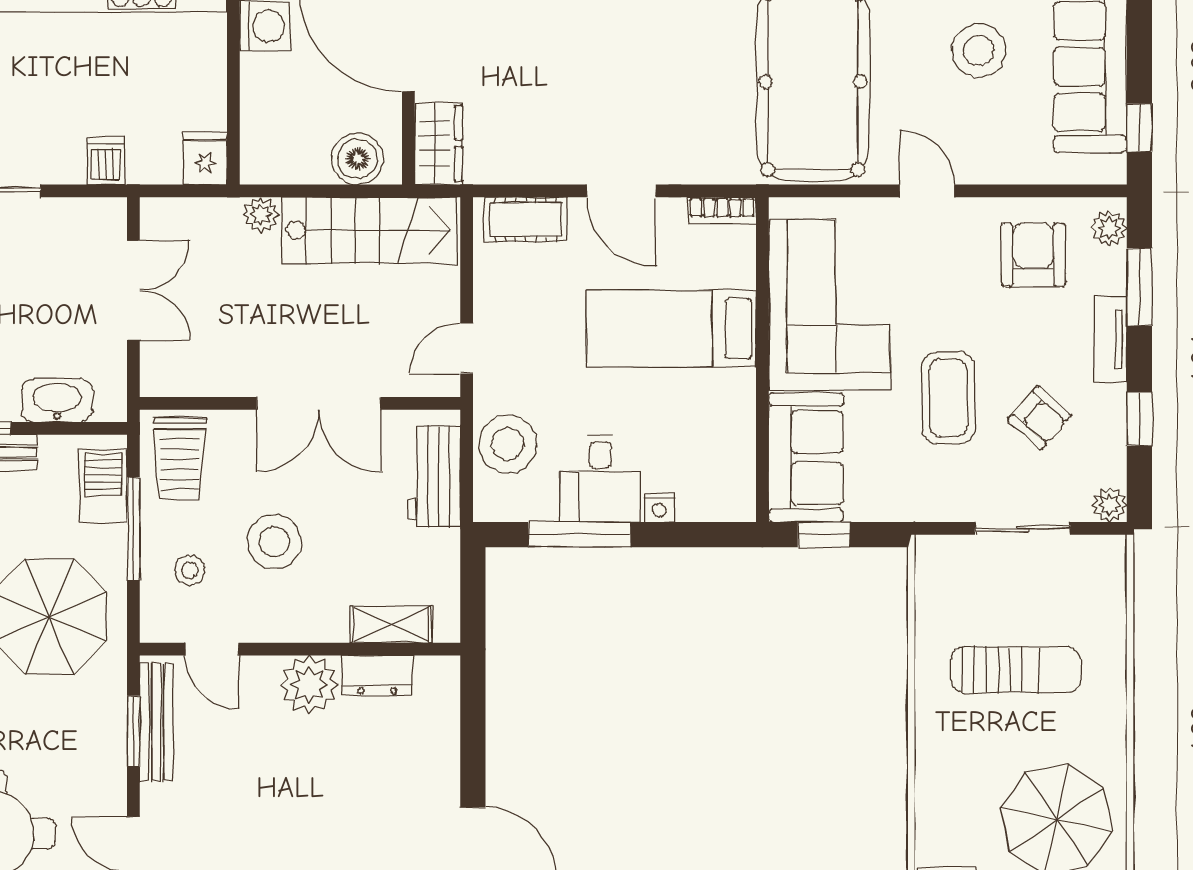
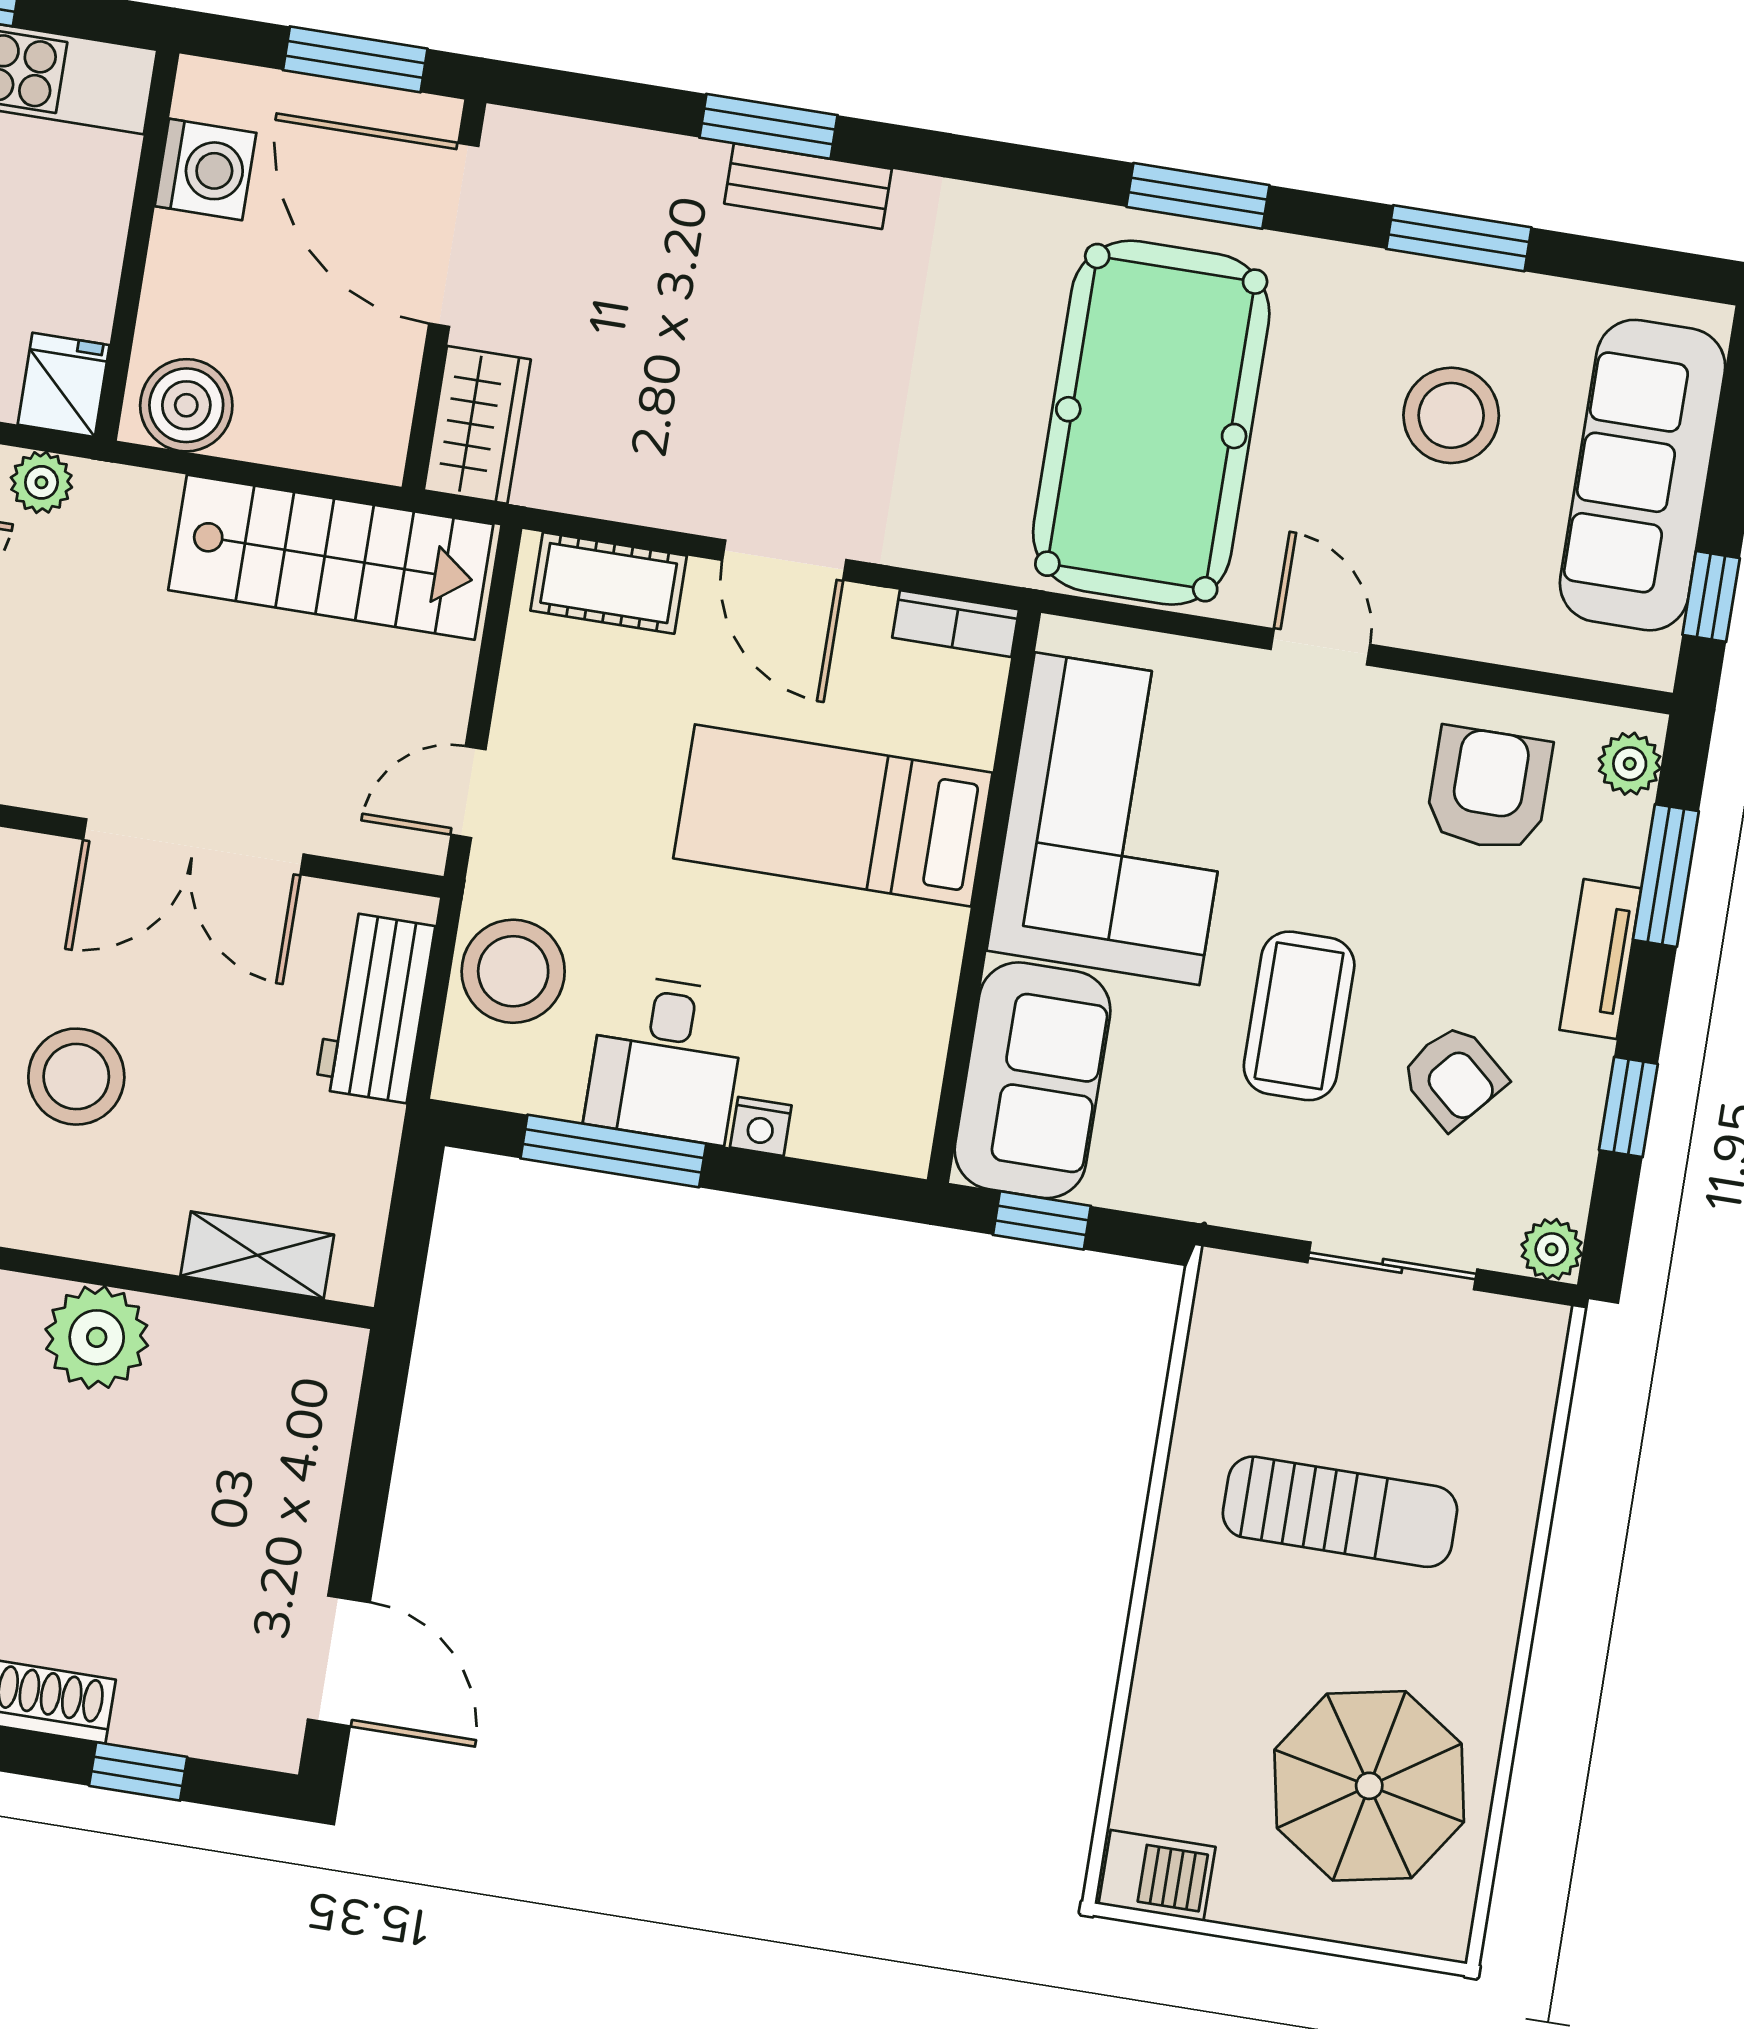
boiler: (358, 159) -> (186, 405), moved
plant: (261, 215) -> (41, 482), moved
dresser: (377, 675) -> (219, 1340), removed

